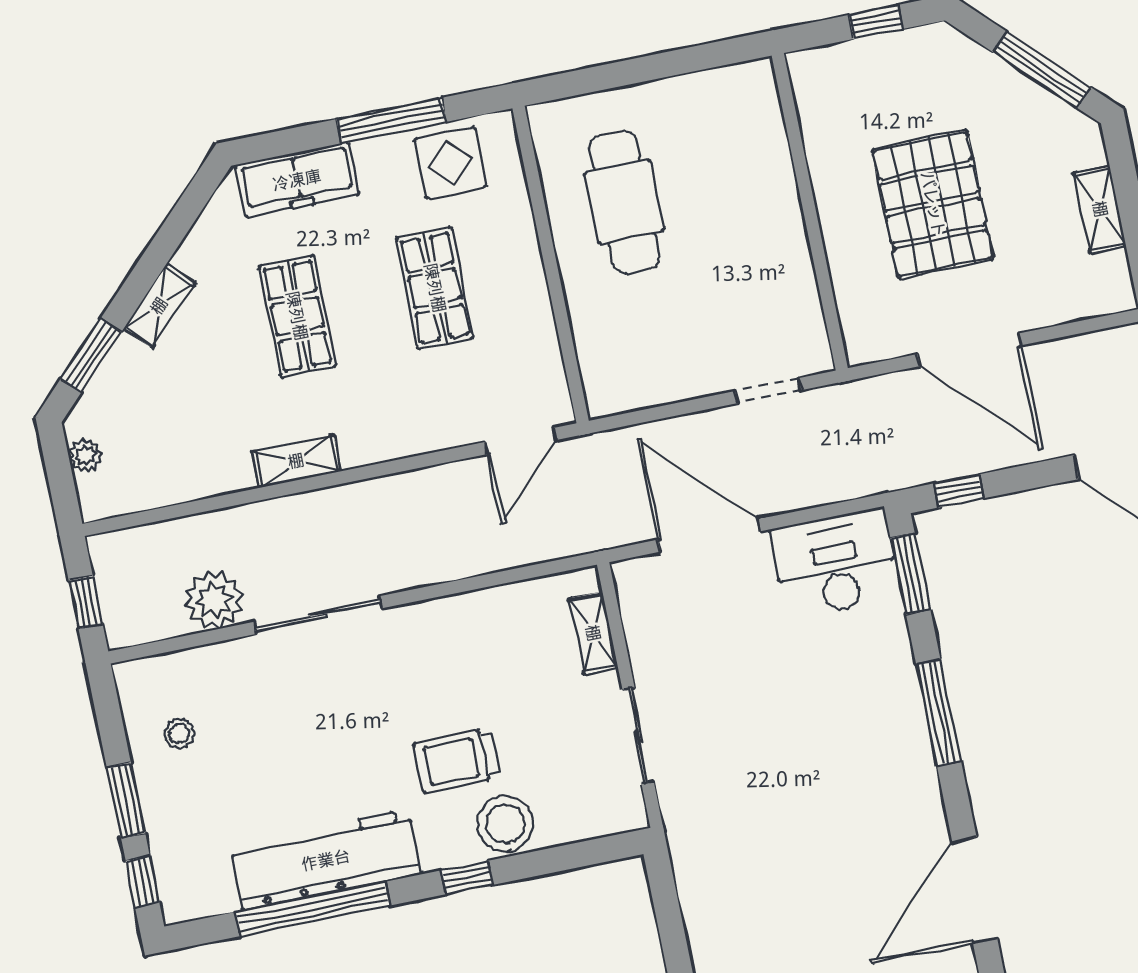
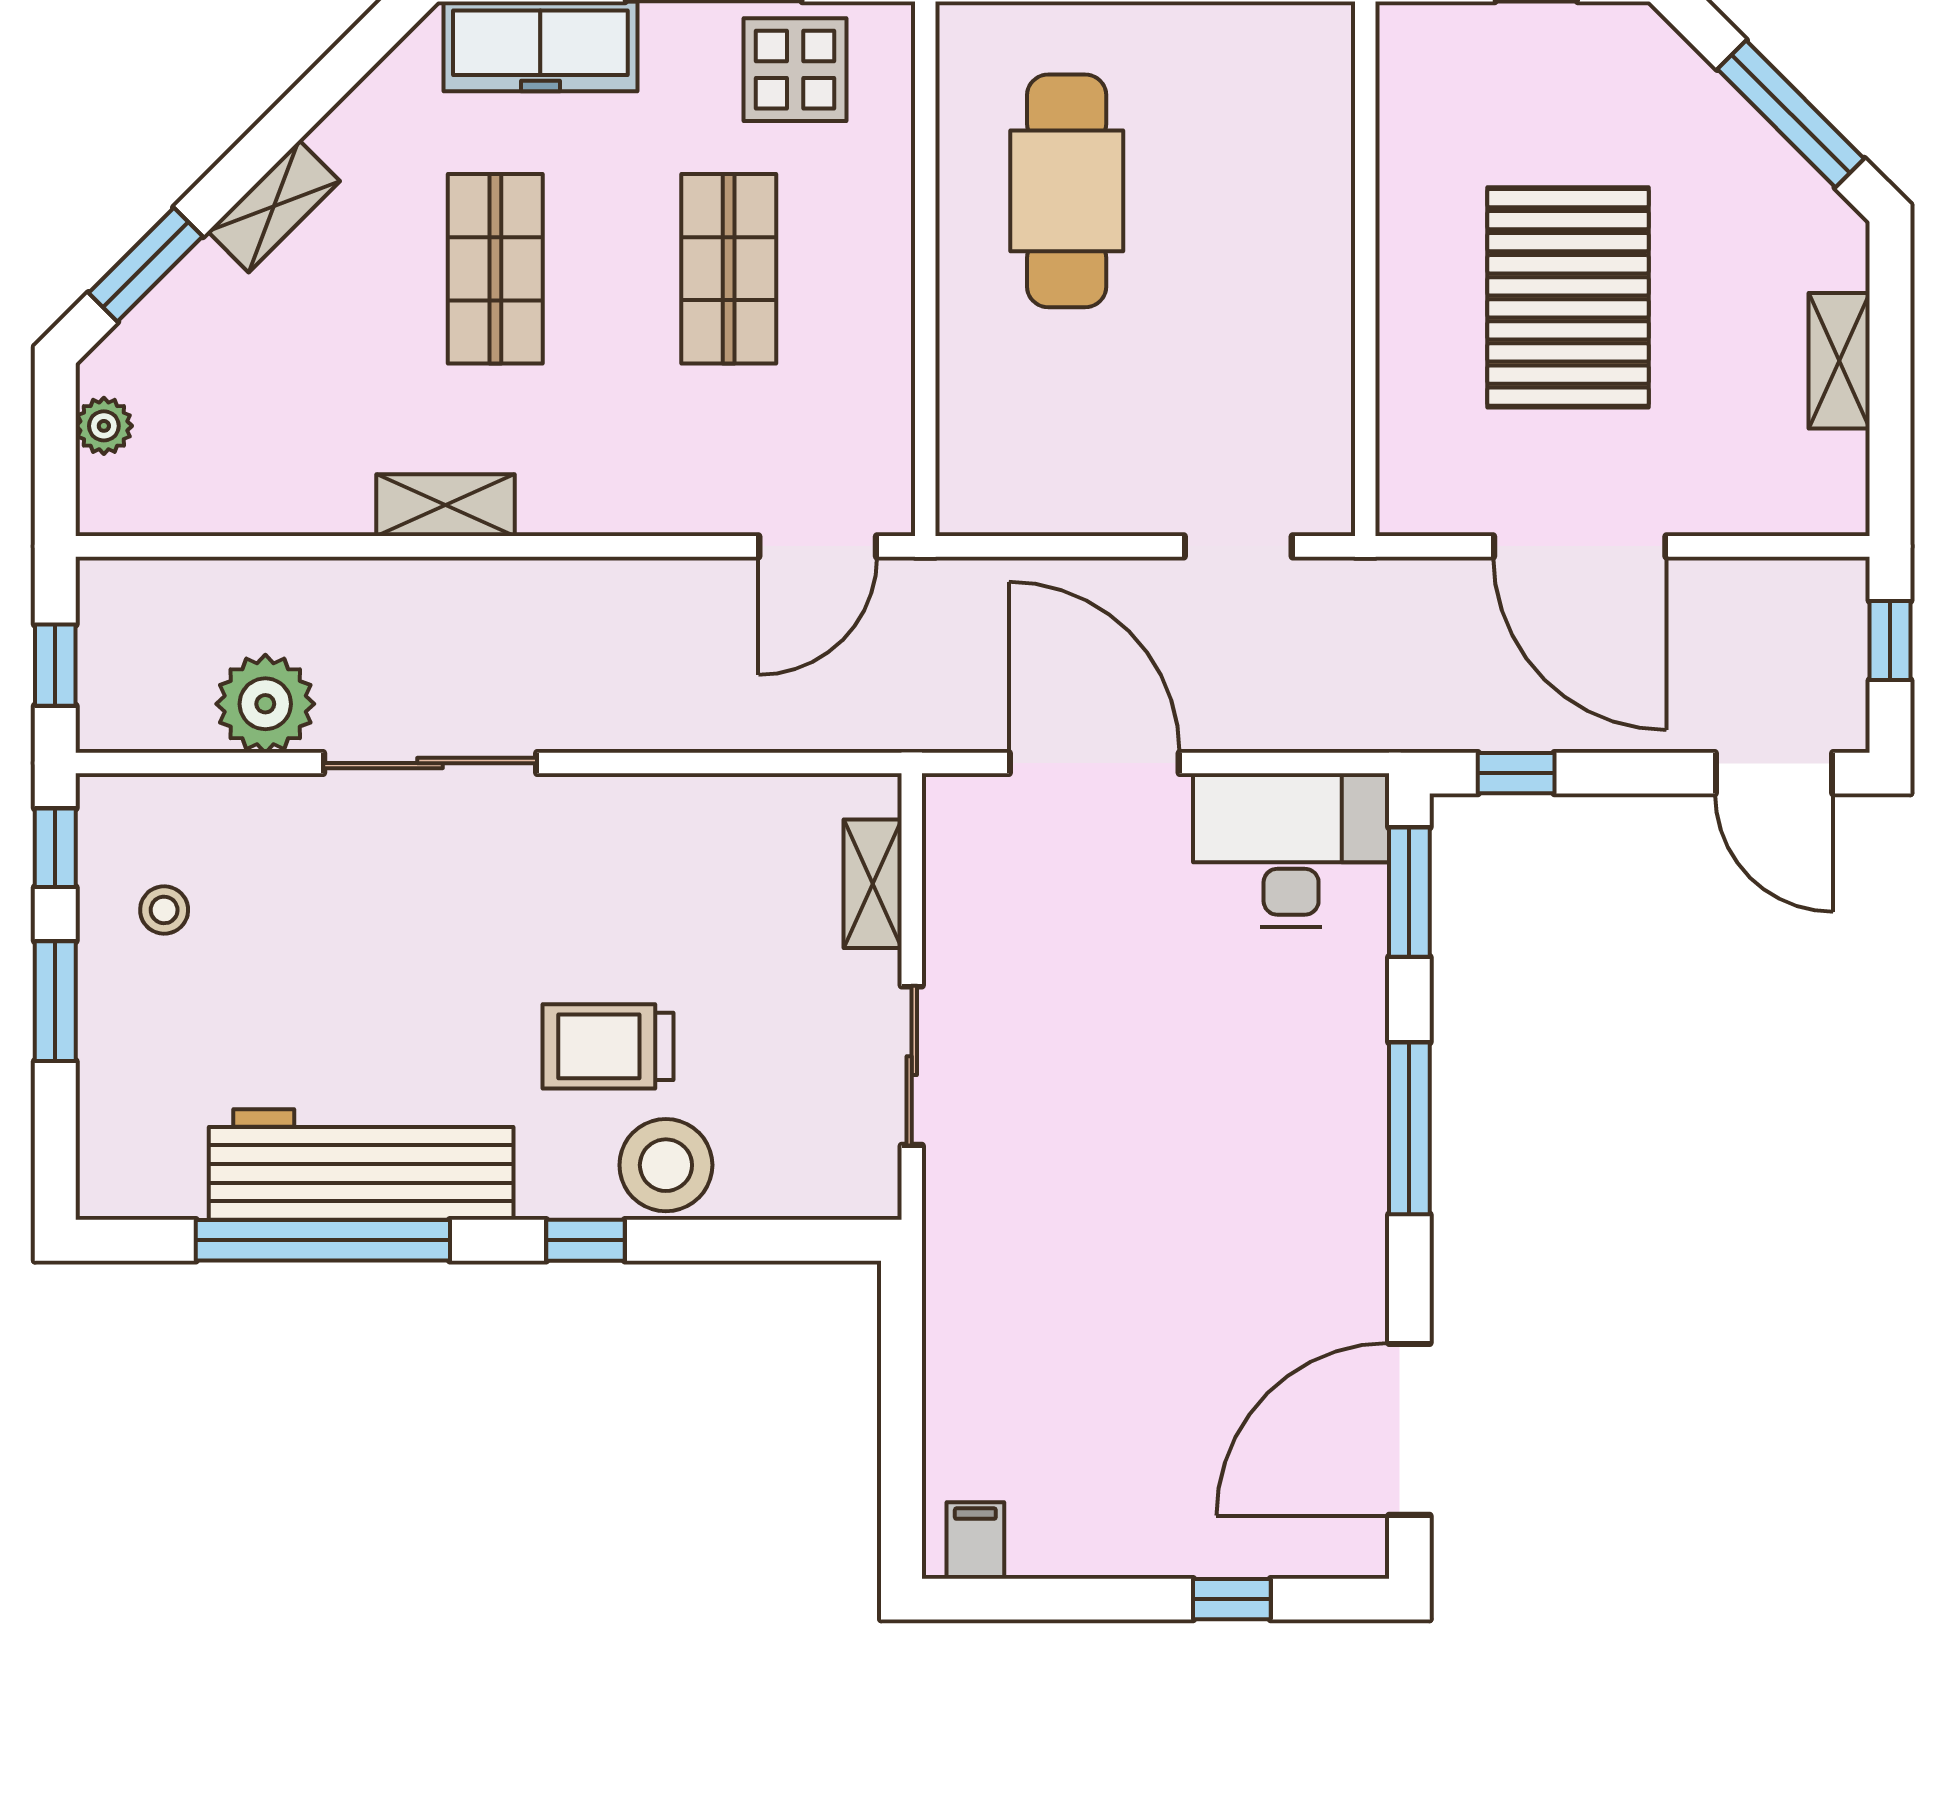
window: (142, 882) -> (55, 848), moved

